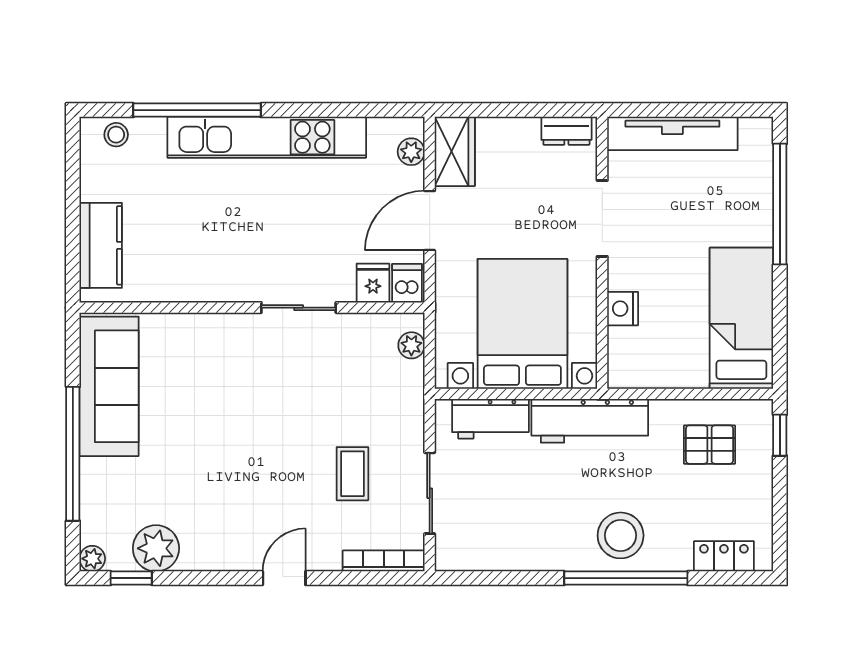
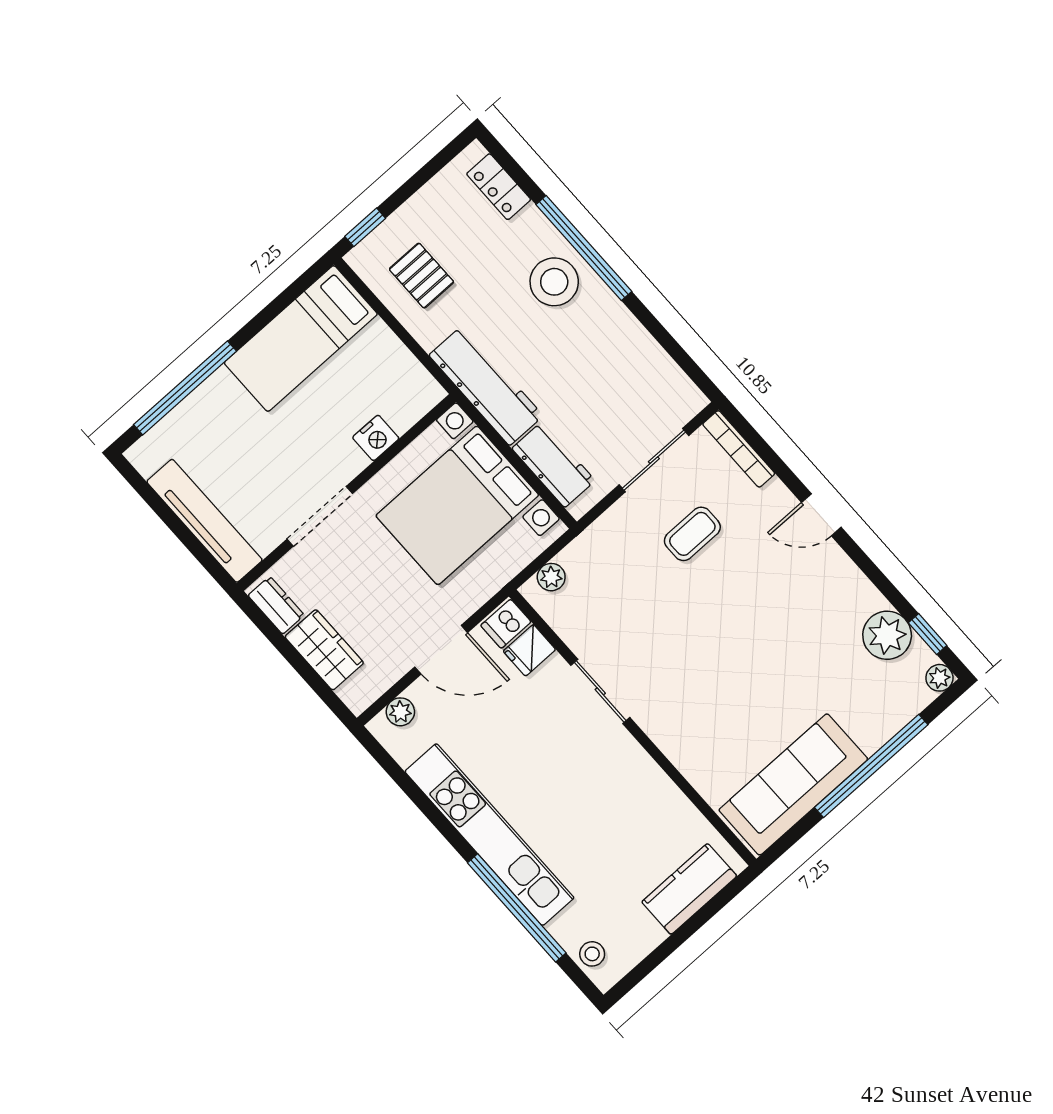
wardrobe: (455, 151) -> (324, 650), moved, turned 90

